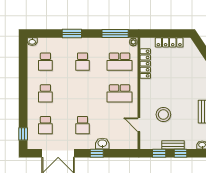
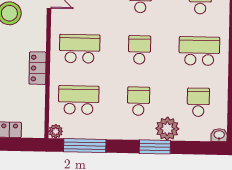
plant: (64, 45) -> (167, 129), added
locker: (145, 64) -> (38, 68), moved, width x0.66
school desk: (45, 93) -> (199, 51), width x1.85
school desk: (82, 93) -> (139, 50), added

